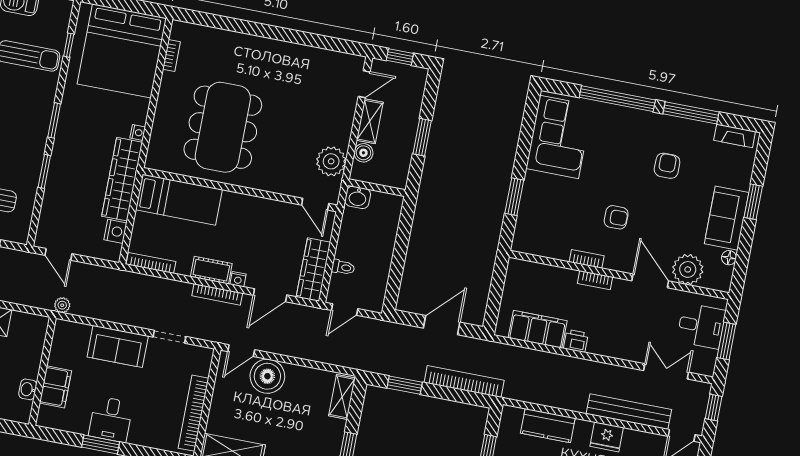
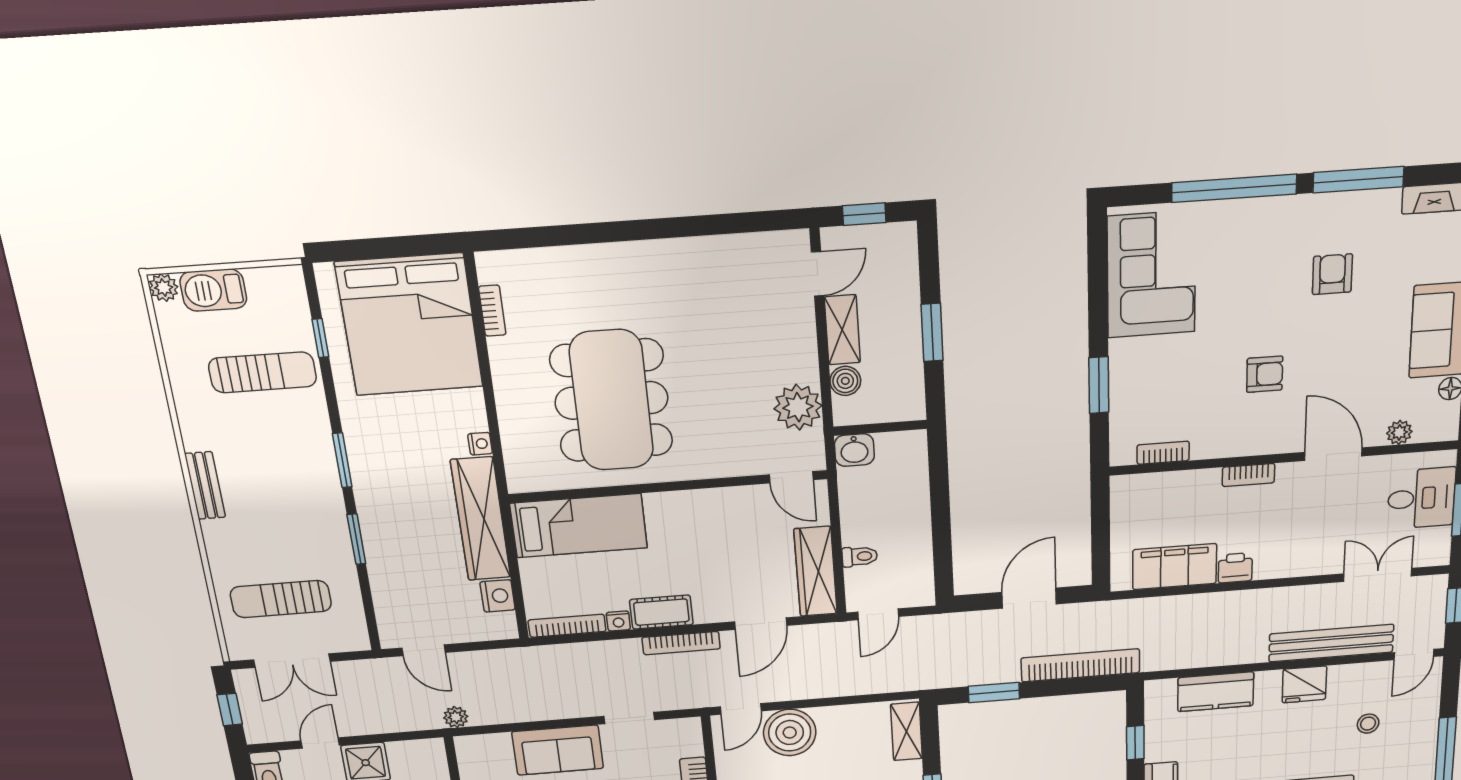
bookcase: (587, 259) -> (1163, 453), moved
plant: (688, 269) -> (1399, 432), width x0.53, depth x0.53
nightstand: (238, 279) -> (618, 621), moved

